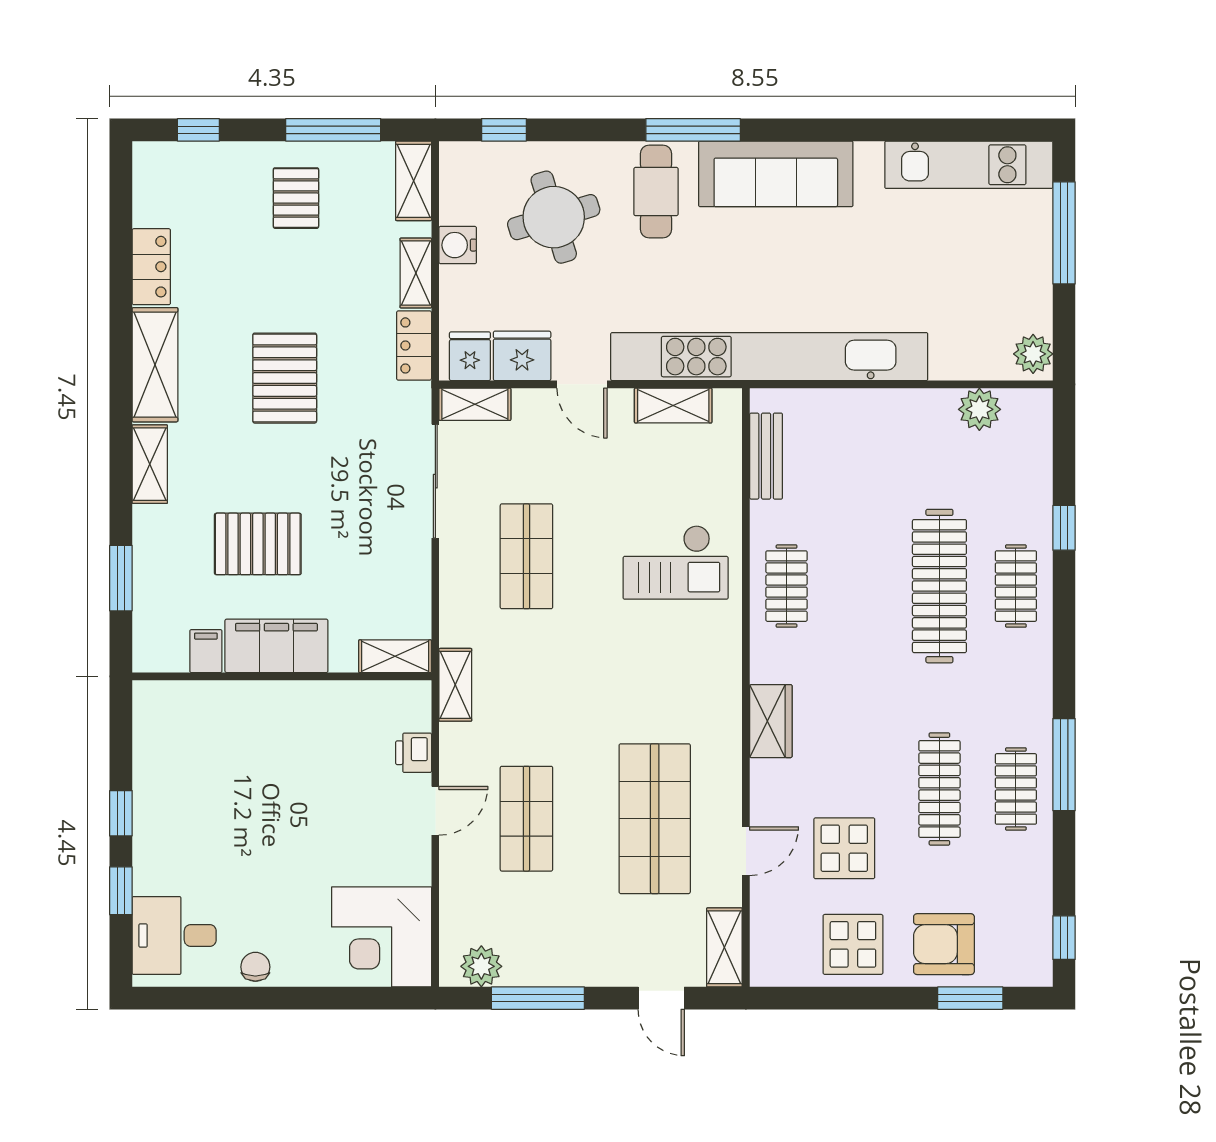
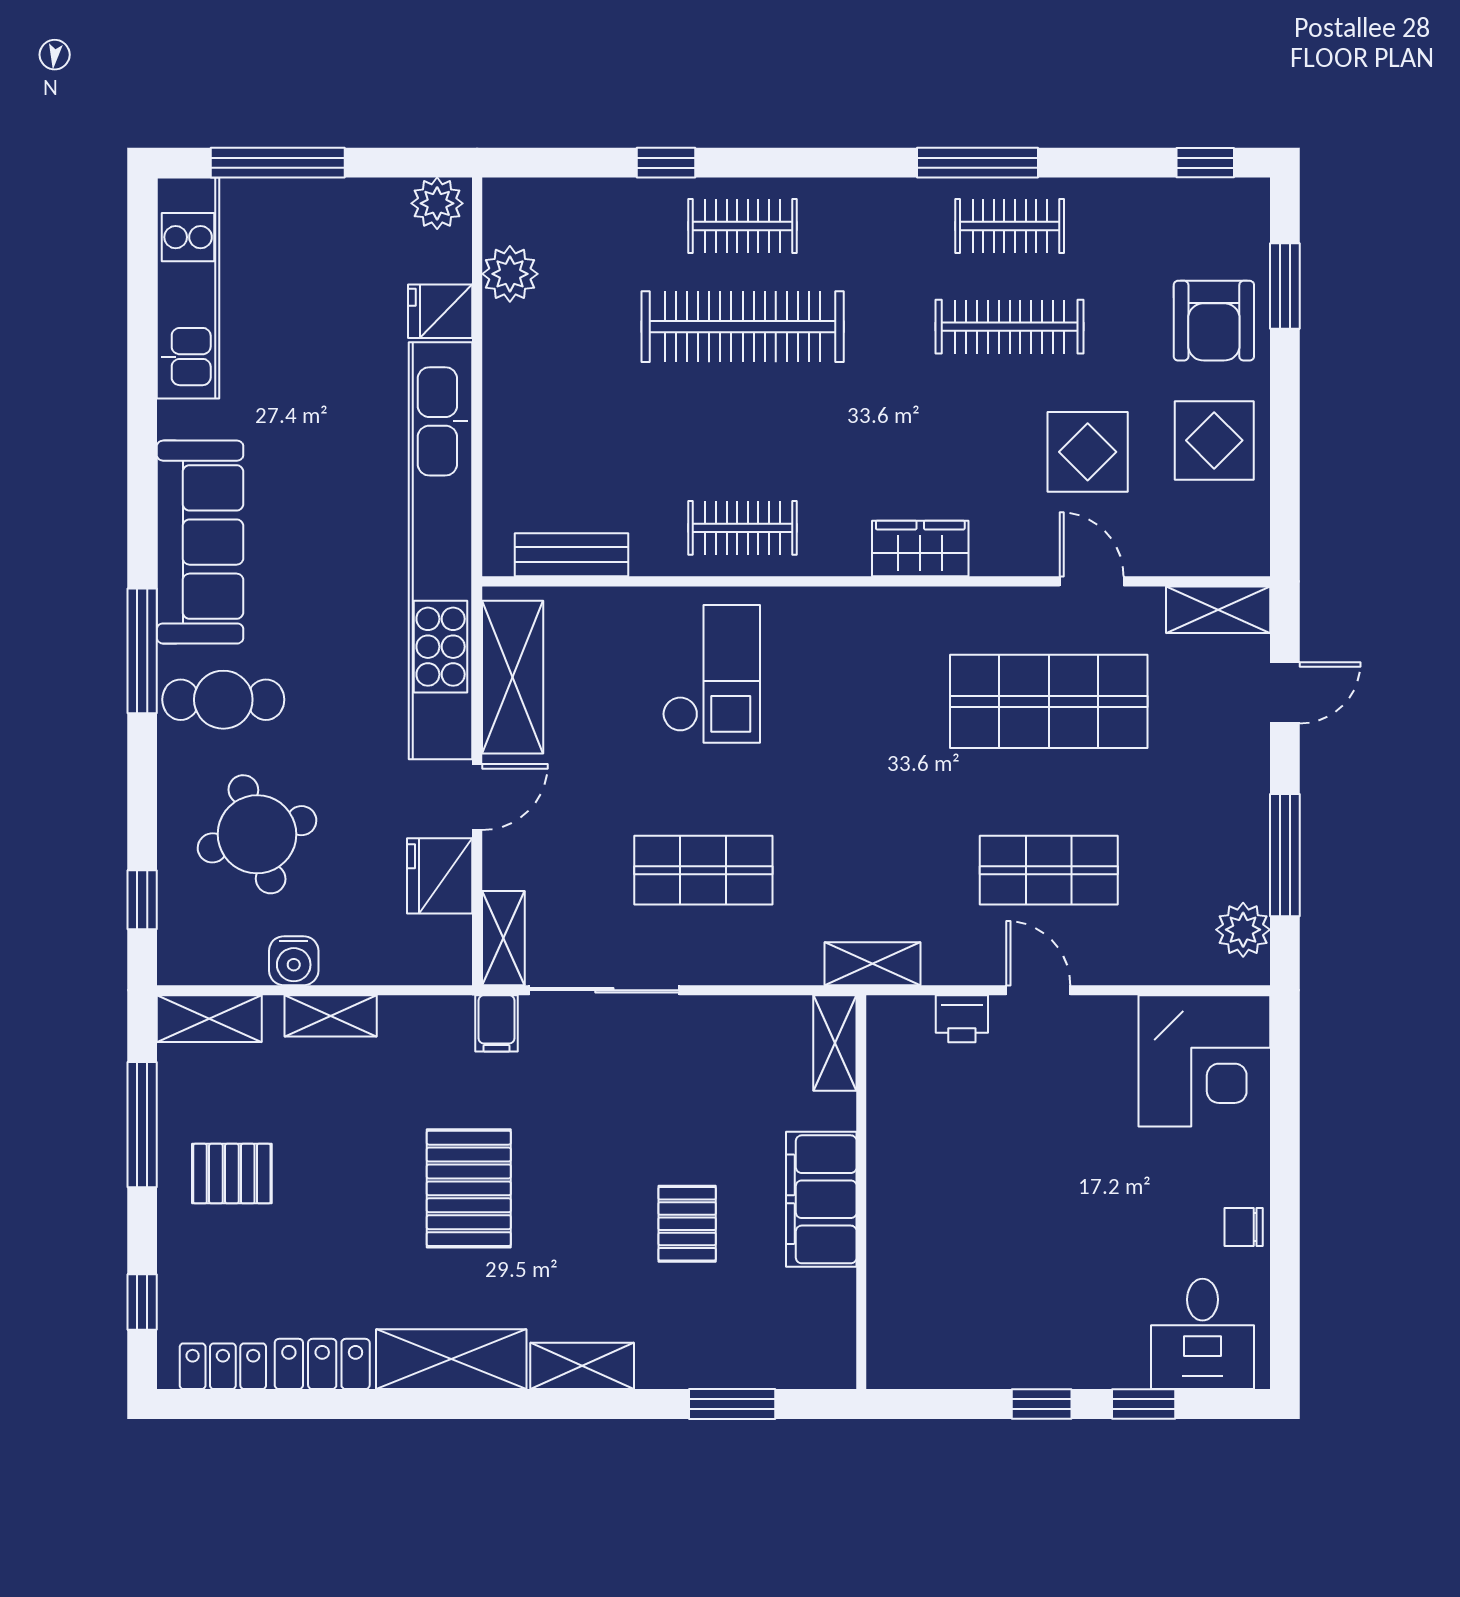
locker: (414, 345) -> (223, 1366), moved, turned 180
fridge: (470, 356) -> (440, 311), moved
pallet: (285, 378) -> (469, 1188), turned 90
shelving: (673, 406) -> (513, 677), width x1.50, depth x1.33
pallet: (258, 544) -> (687, 1224), width x0.67, depth x0.71
filing cabinet: (206, 651) -> (497, 1023), moved, turned -90

